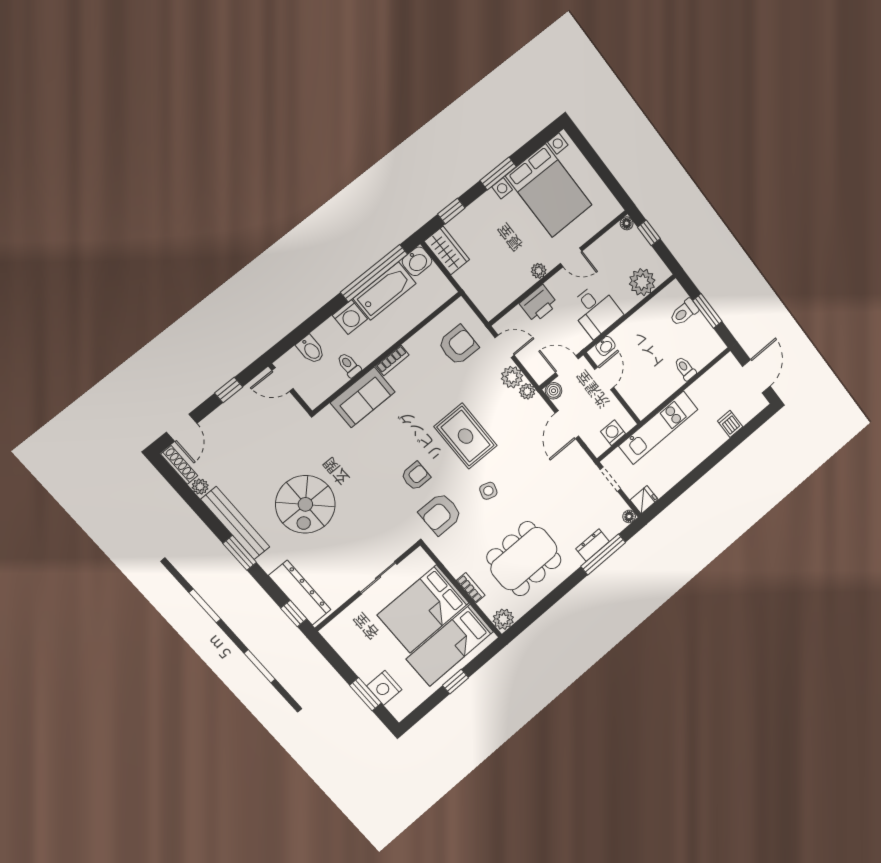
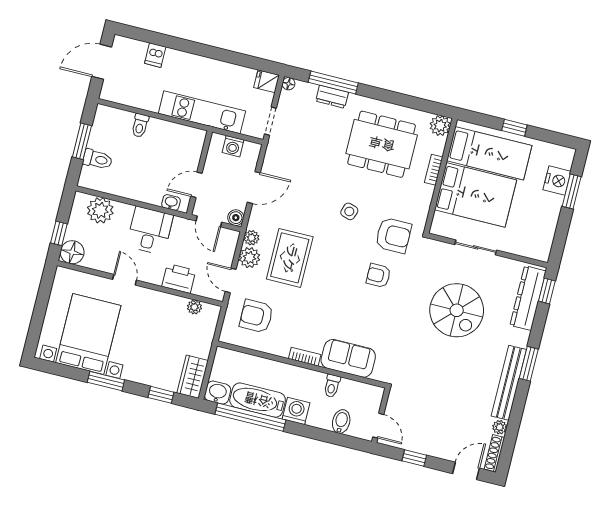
floor lamp: (627, 223) -> (72, 252), width x1.89, depth x1.89
plant: (539, 271) -> (194, 307), moved
rug: (466, 436) -> (290, 258), moved
spiral stairs: (305, 504) -> (457, 310), moved, turned 90

